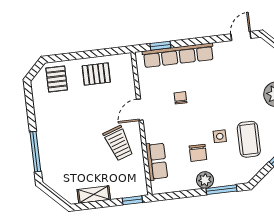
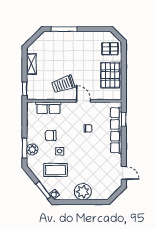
pallet: (96, 74) -> (110, 75), width x1.50, depth x1.42
plant: (205, 180) -> (32, 149), moved

